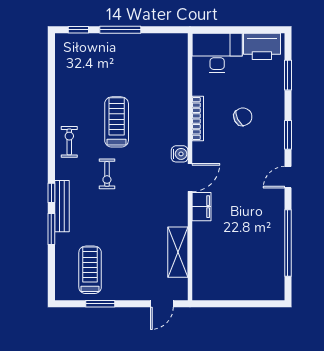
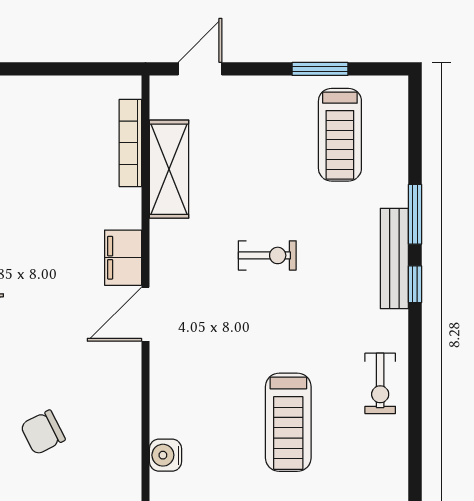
bookcase: (198, 118) -> (130, 143), moved
water cooler: (180, 154) -> (165, 455), moved
exercise bike: (107, 174) -> (267, 255), moved, turned 90

